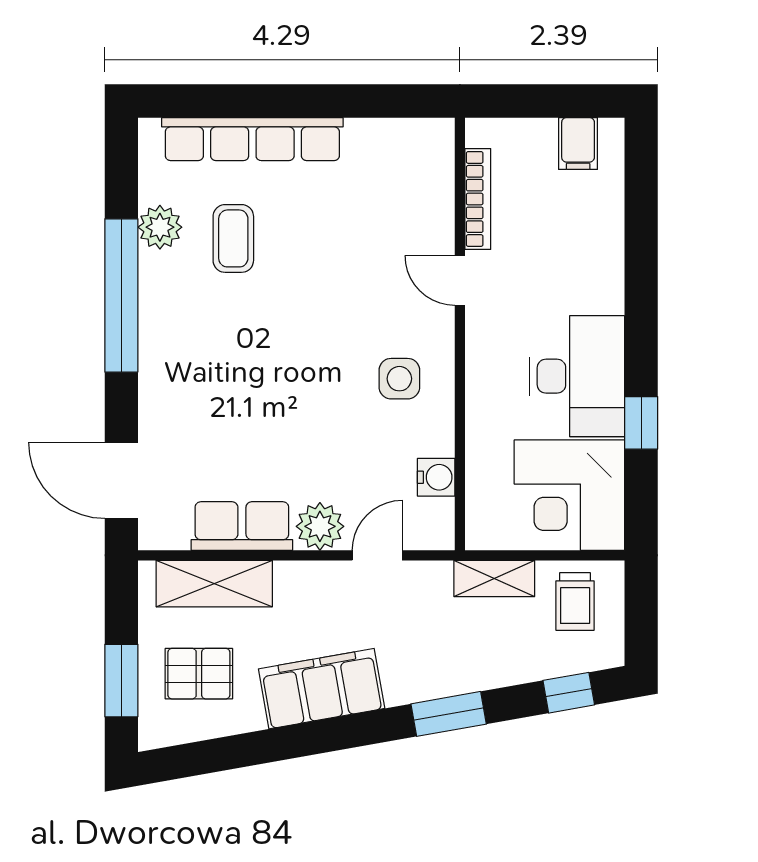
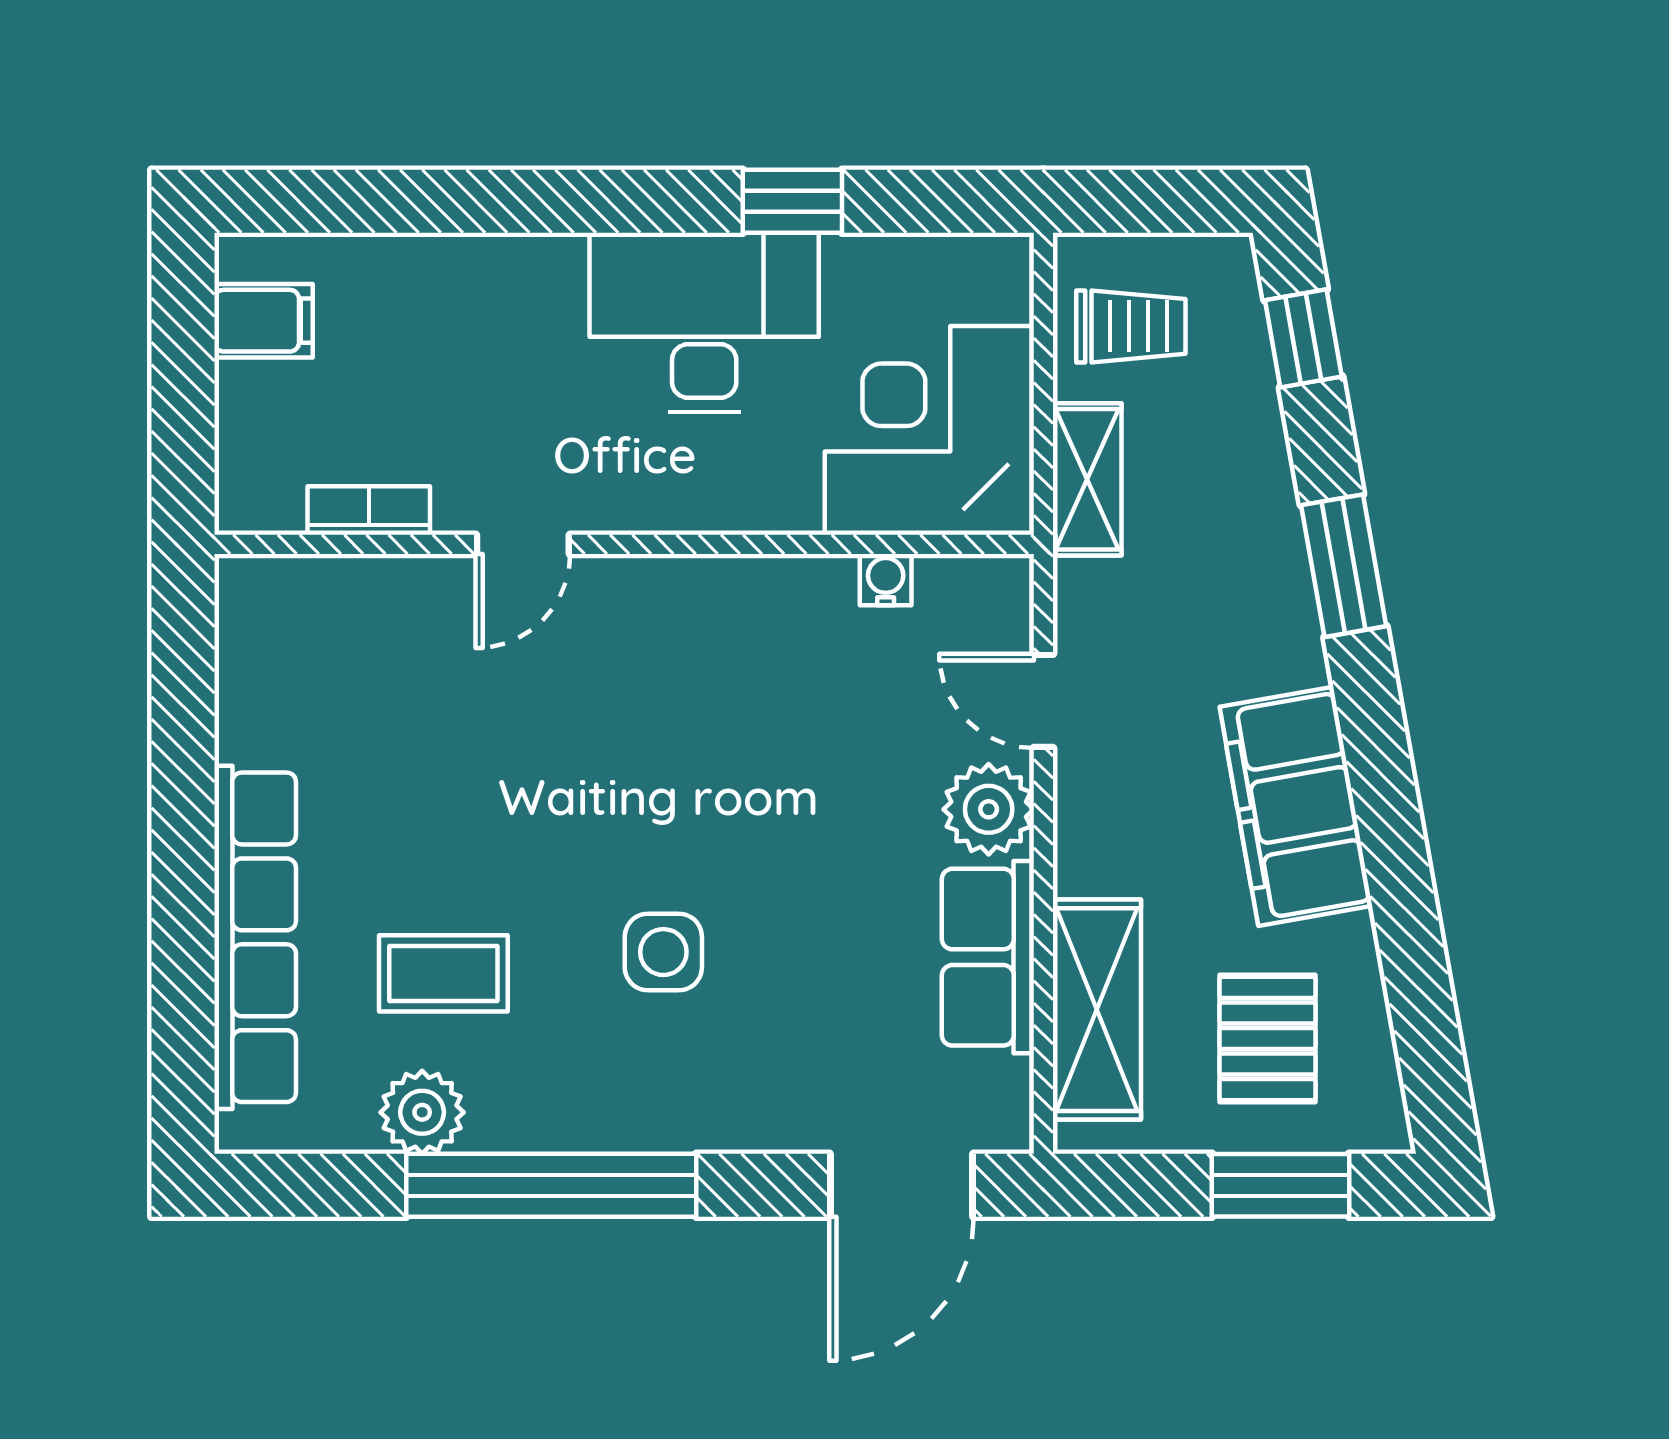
bookcase: (478, 199) -> (369, 510), width x0.64
side table: (399, 379) -> (663, 952), moved
water cooler: (436, 477) -> (886, 580), width x0.72, depth x0.72
corner desk: (569, 495) -> (929, 430), moved, turned 180

